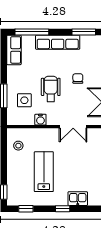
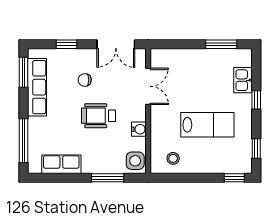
row of seats: (58, 42) -> (37, 87), moved
row of seats: (14, 50) -> (61, 164), moved
side table: (24, 100) -> (135, 161), moved
lab bench: (44, 172) -> (207, 125), turned 180

